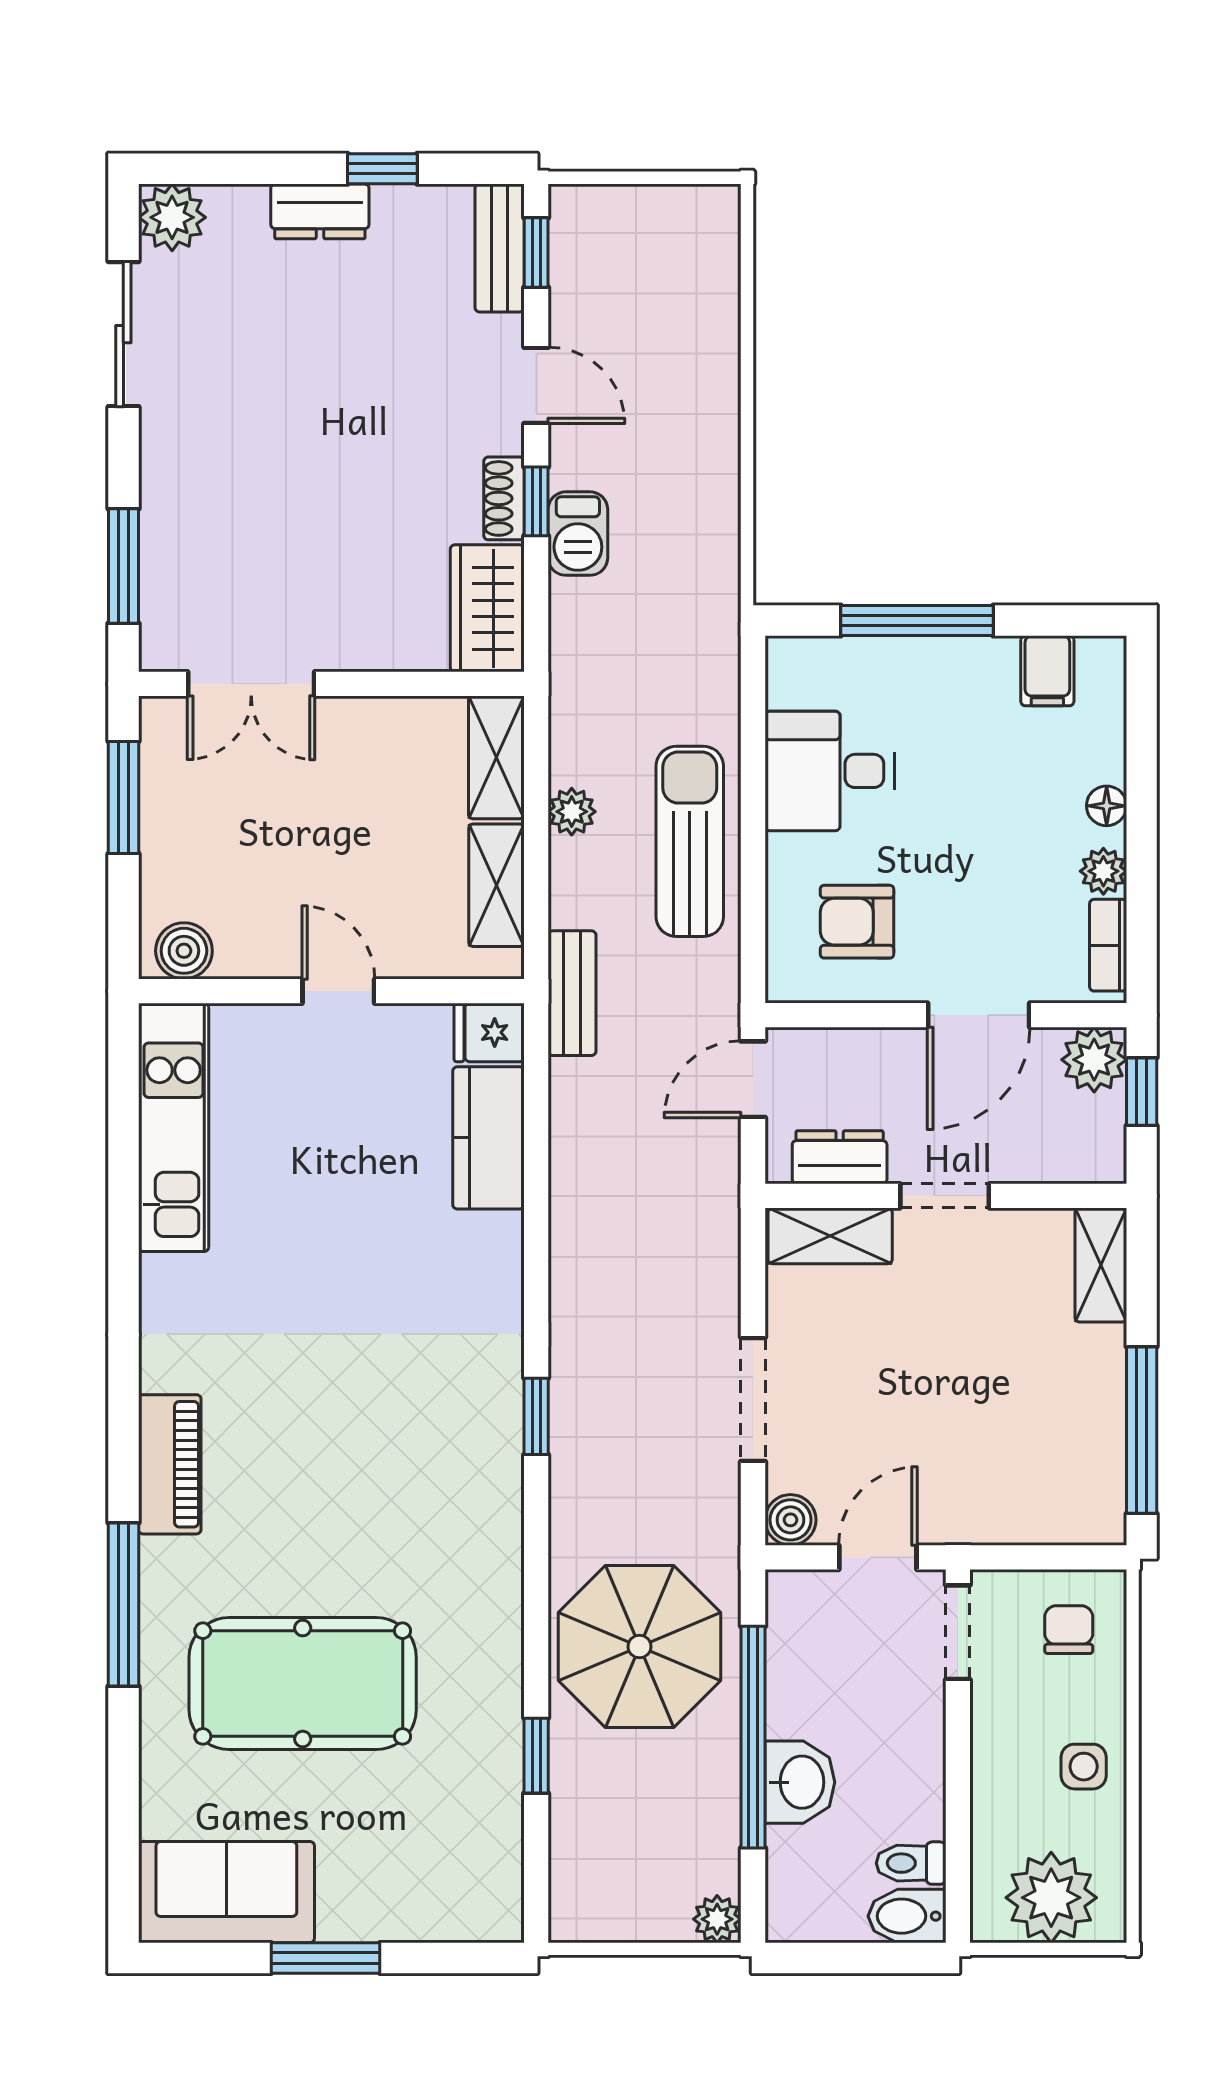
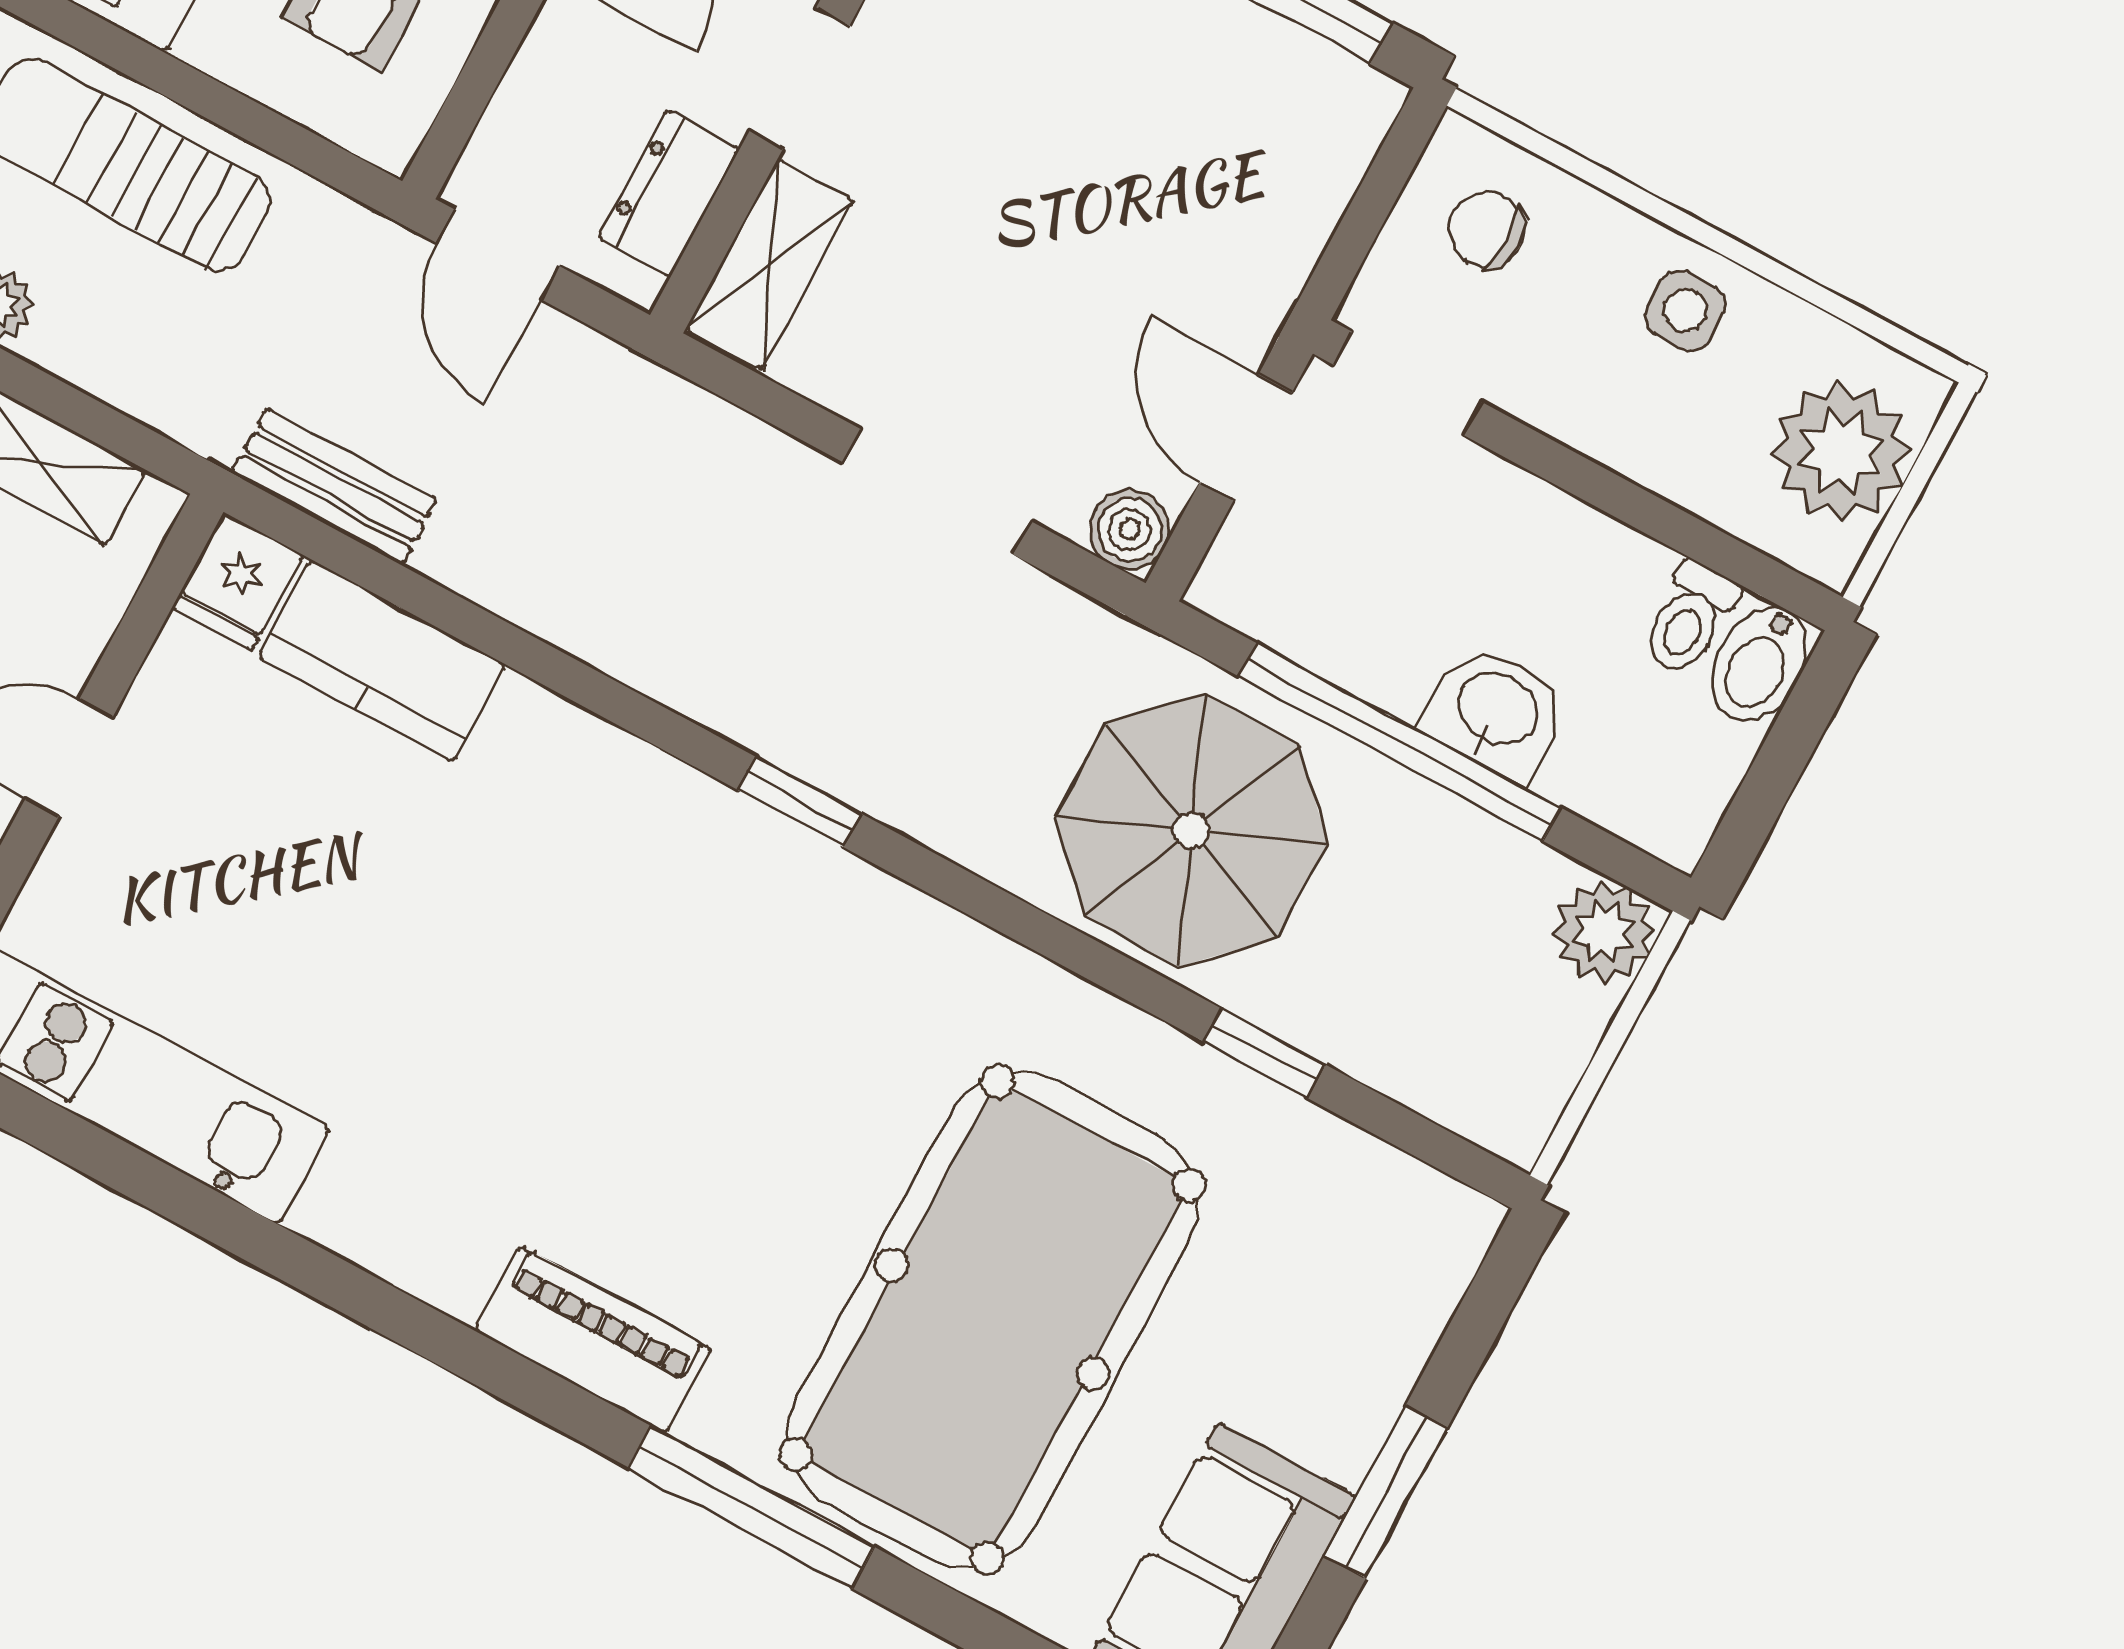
bench: (572, 993) -> (334, 487), moved
pool table: (303, 1684) -> (992, 1320), width x1.36, depth x1.32
plant: (717, 1919) -> (1604, 932), width x1.38, depth x1.38

